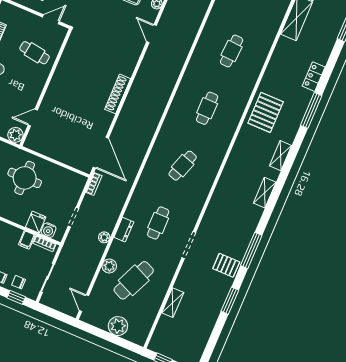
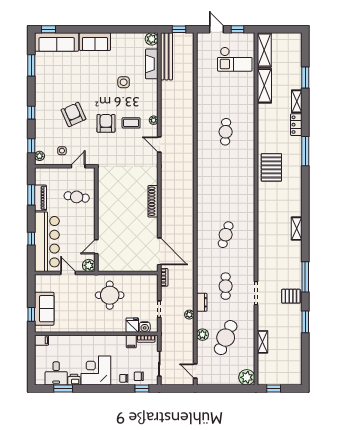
cafe table: (207, 108) -> (226, 183), removed
shelving: (281, 156) -> (297, 101), moved
plant: (118, 326) -> (247, 377), moved

